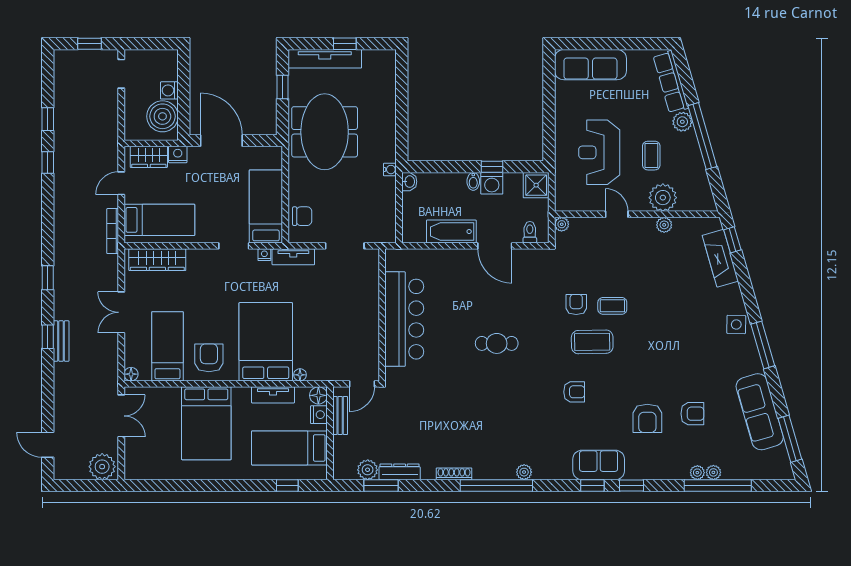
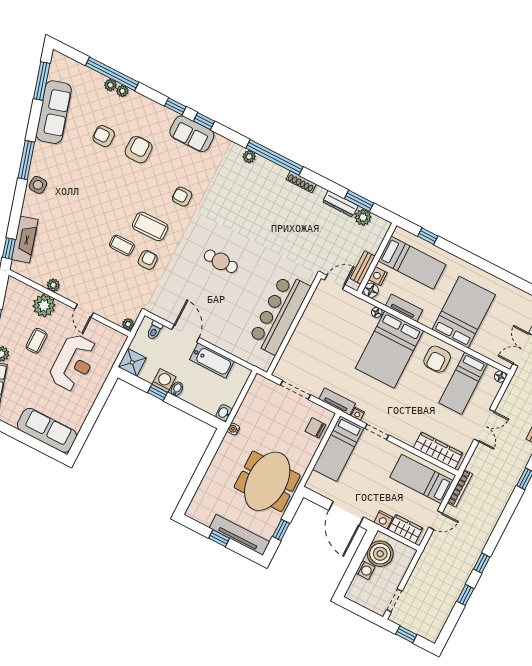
armchair: (576, 304) -> (148, 260), turned 180

